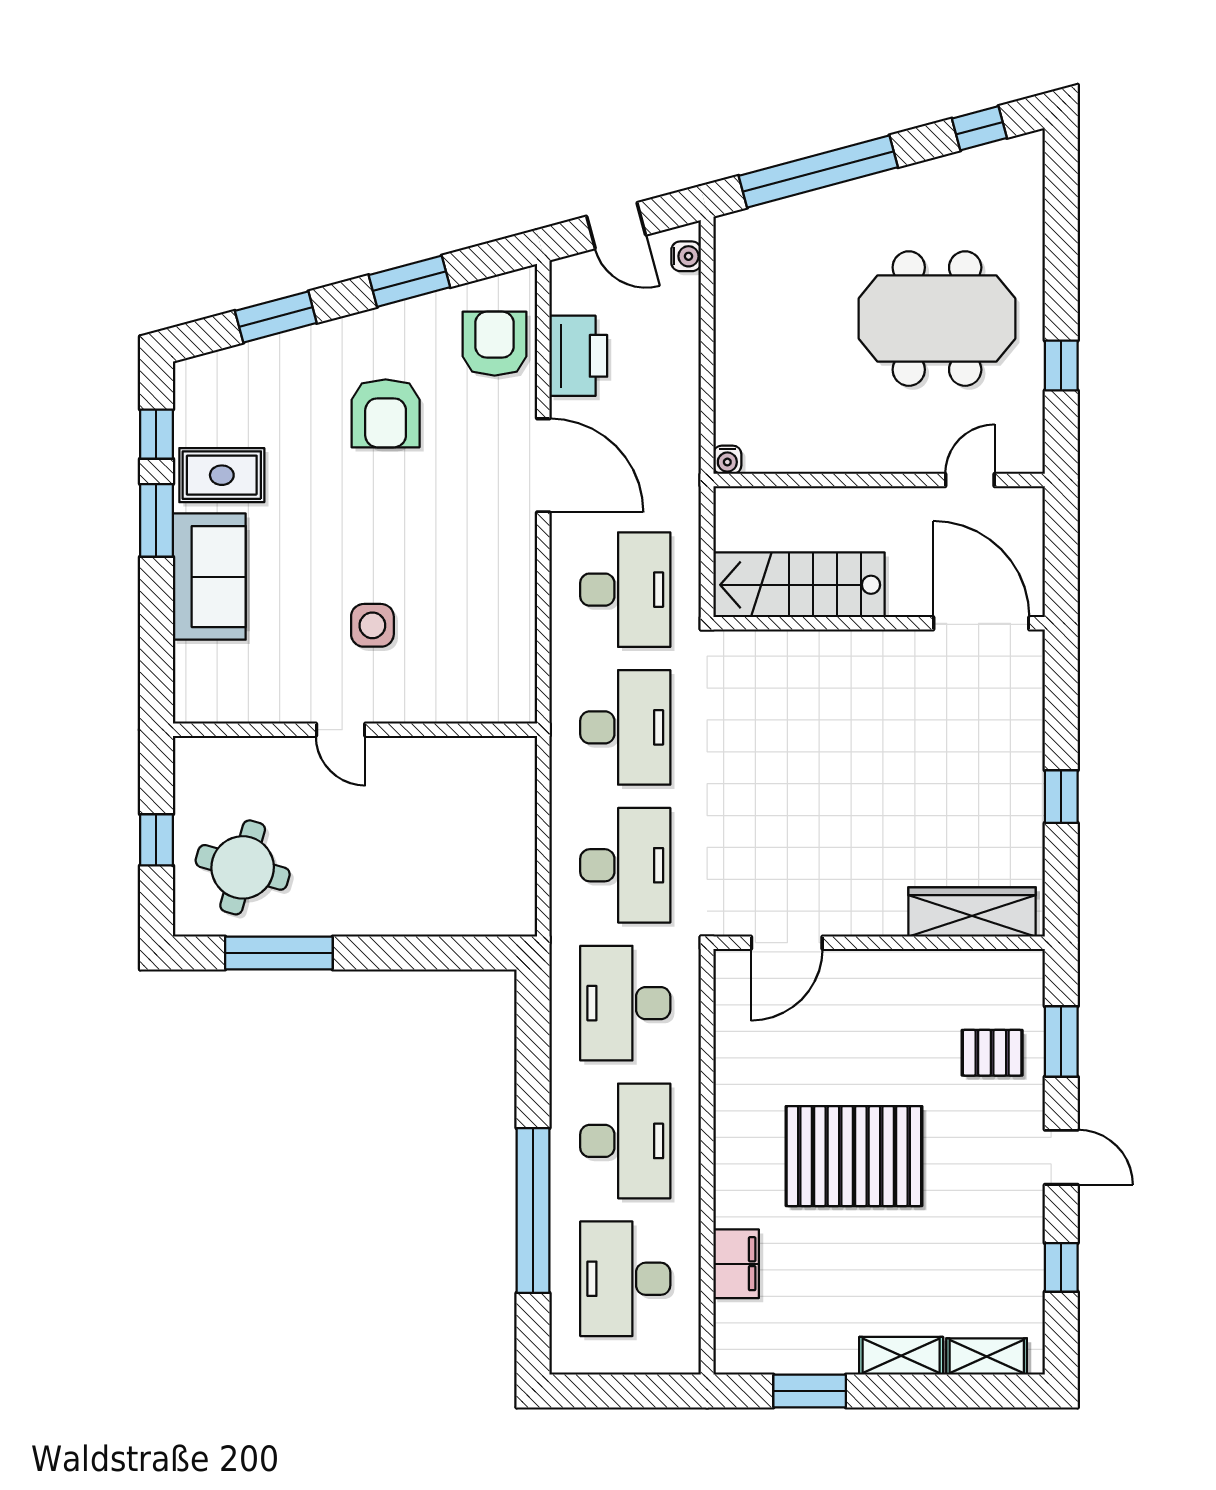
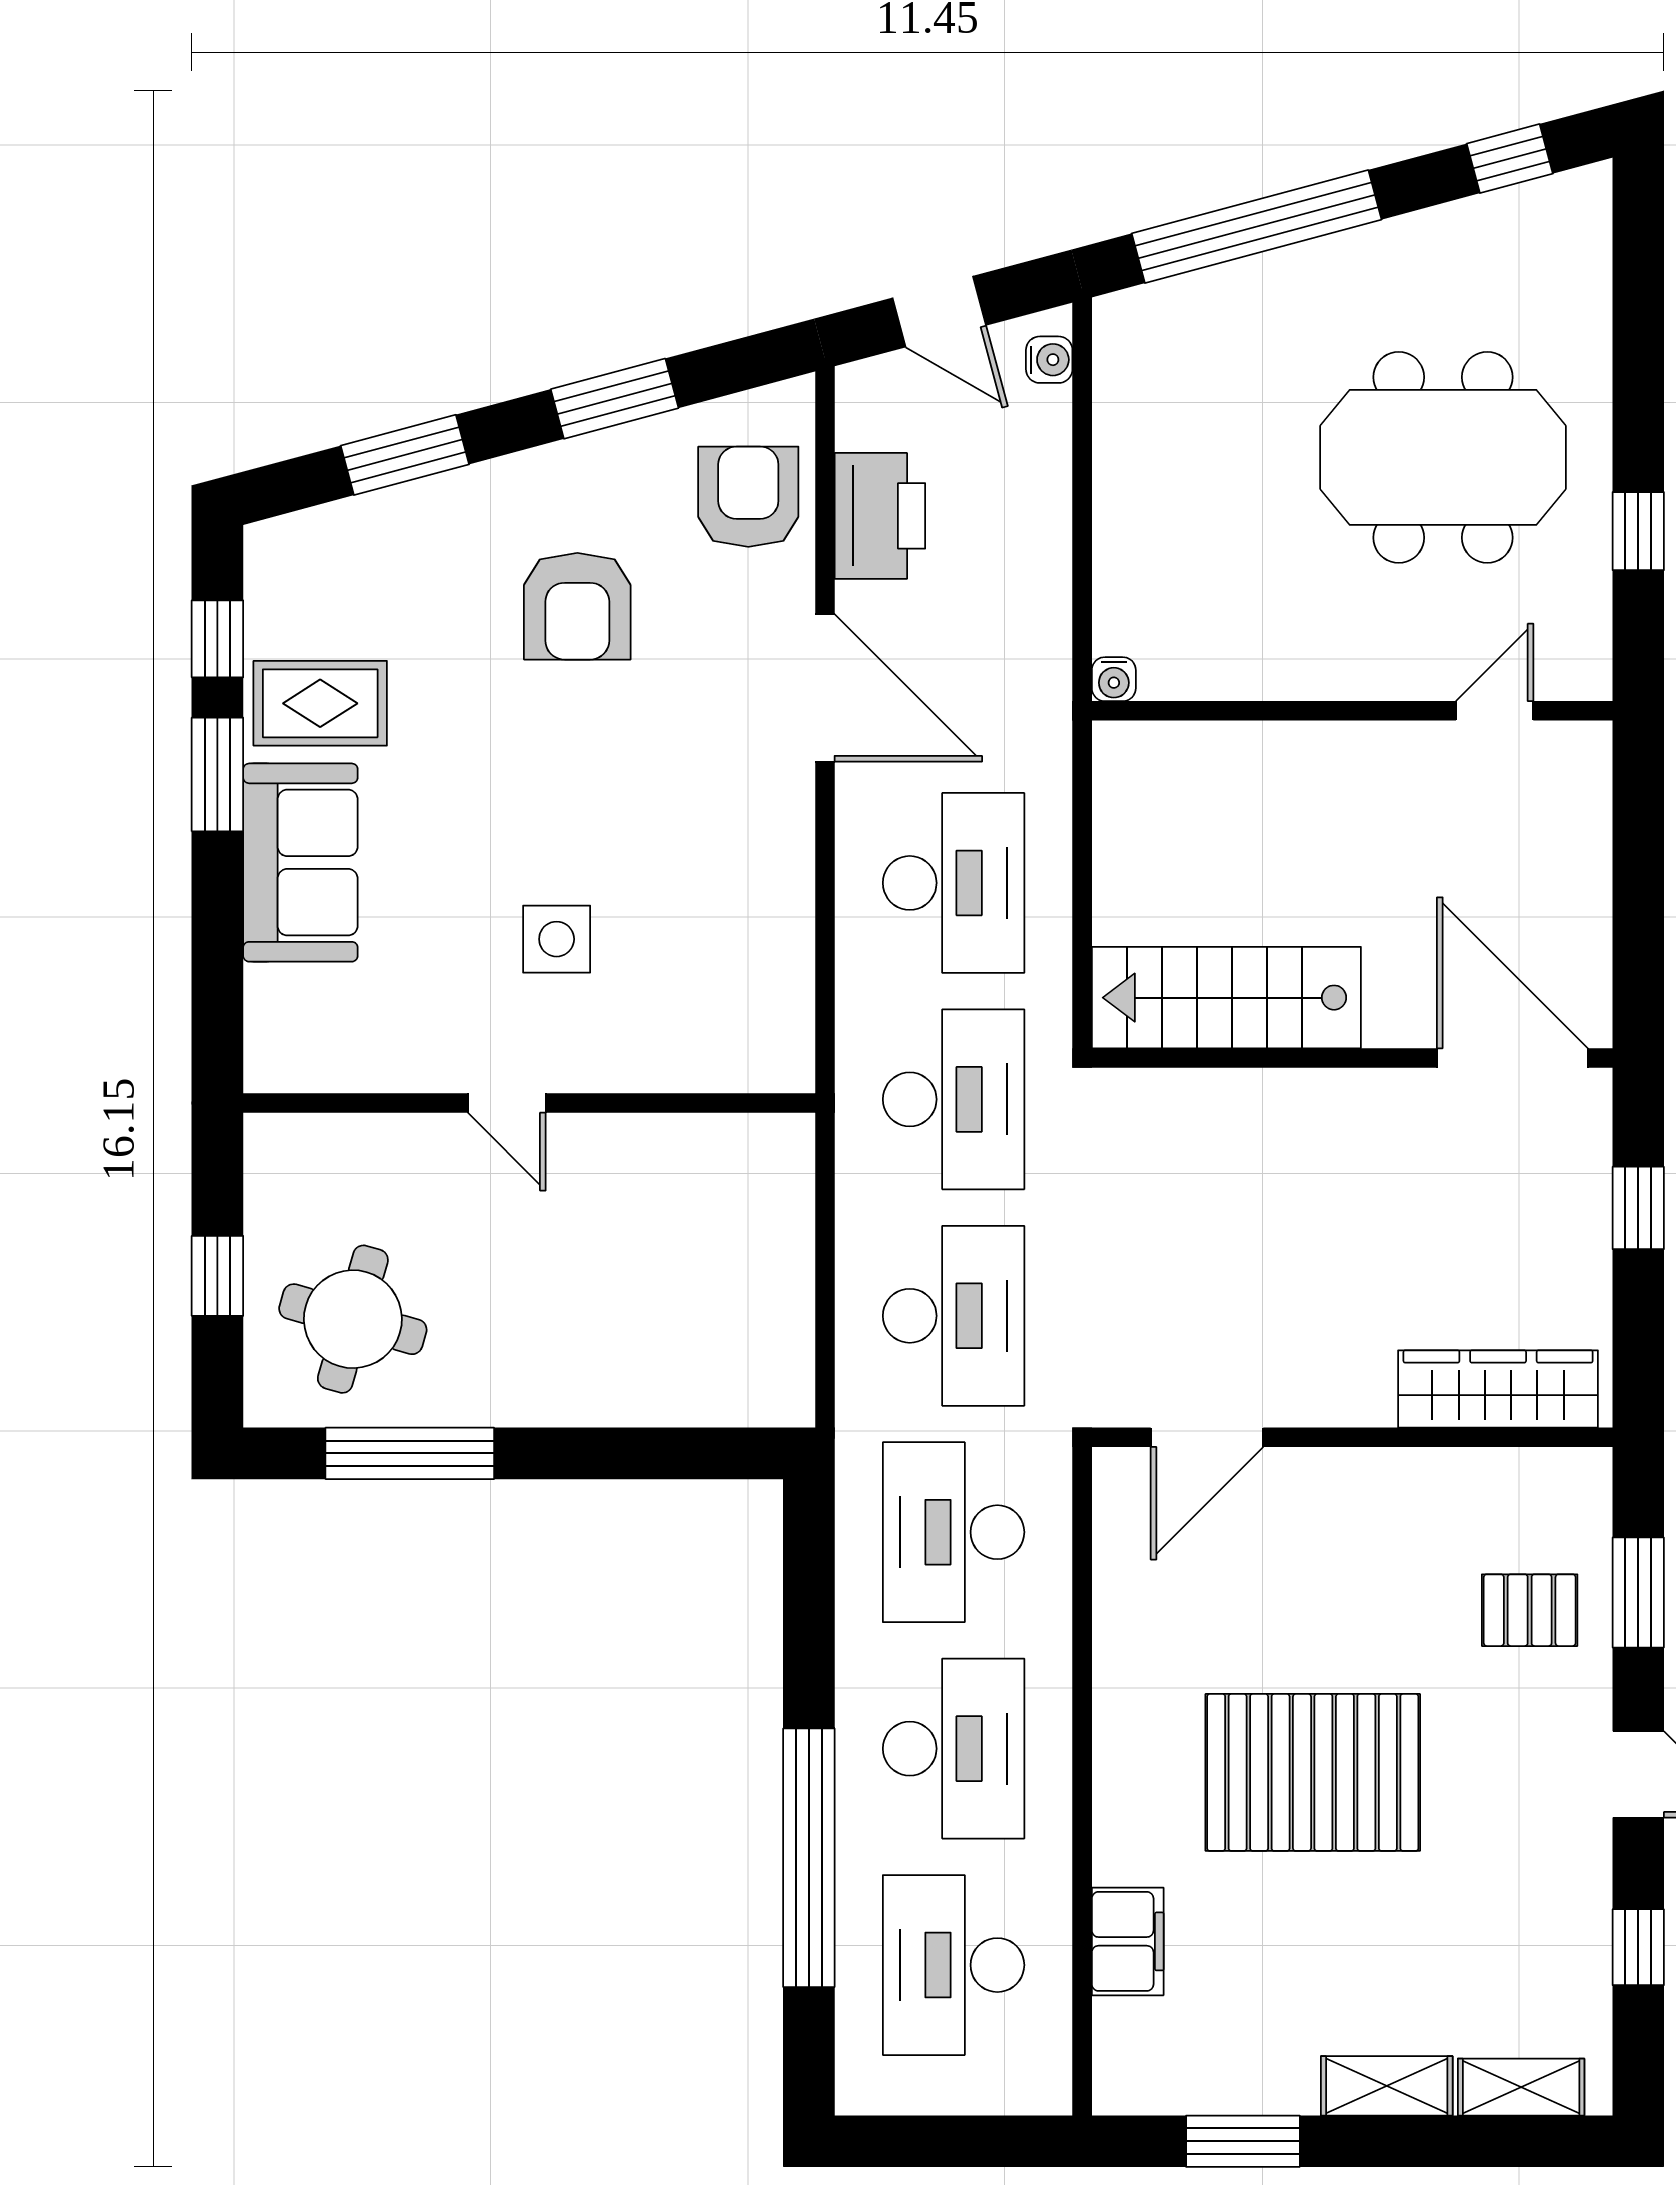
stairs: (799, 585) -> (1226, 998), moved
wall: (879, 623) -> (1352, 1058), moved
door: (981, 623) -> (1512, 1058), moved

